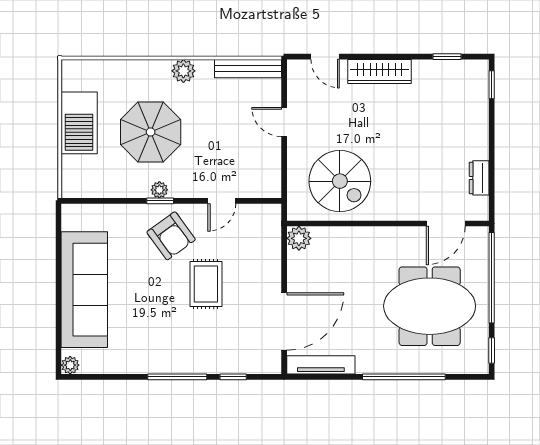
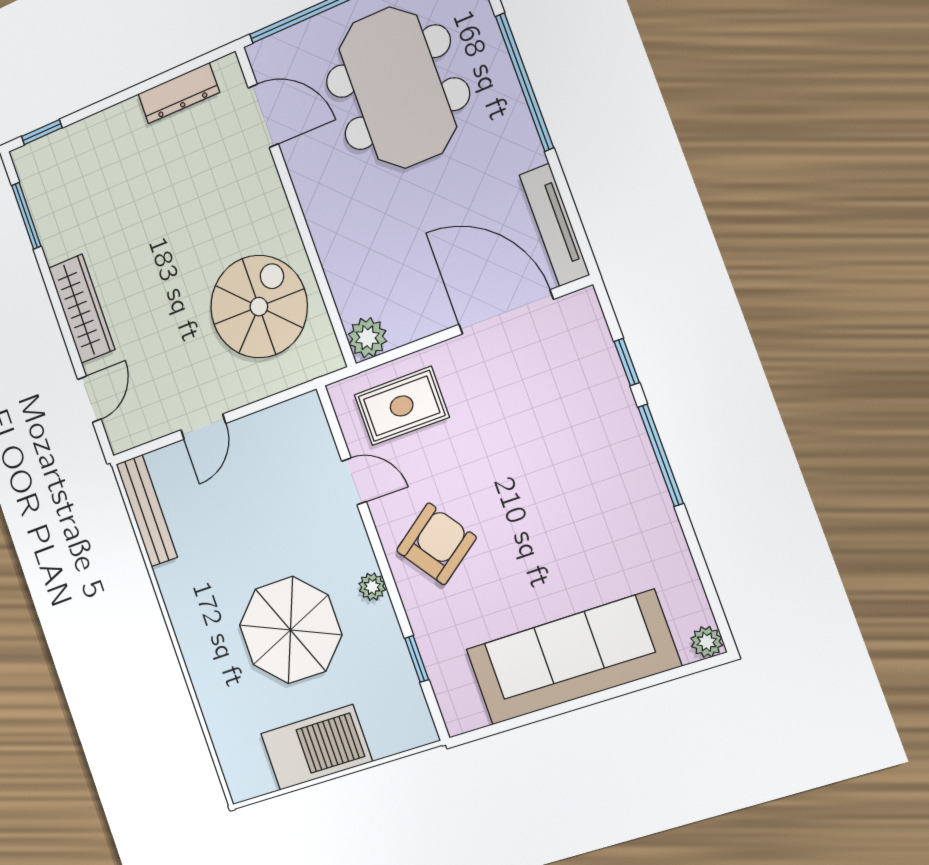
window: (447, 57) -> (26, 216), width x1.50
plant: (183, 71) -> (184, 609), removed
dresser: (479, 178) -> (179, 93), width x1.44
window: (160, 201) -> (417, 659), moved
rug: (206, 284) -> (402, 406), moved

